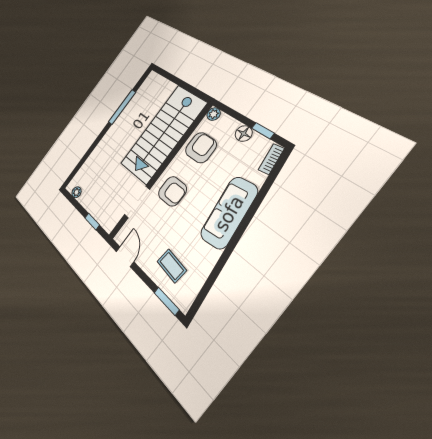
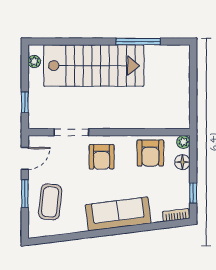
stairs: (163, 134) -> (94, 66), moved, turned 180
floor lamp: (244, 134) -> (182, 162), moved
armchair: (201, 148) -> (150, 153), turned 90
coffee table: (172, 266) -> (50, 202), width x1.36, depth x1.30
window: (167, 301) -> (25, 194), moved

